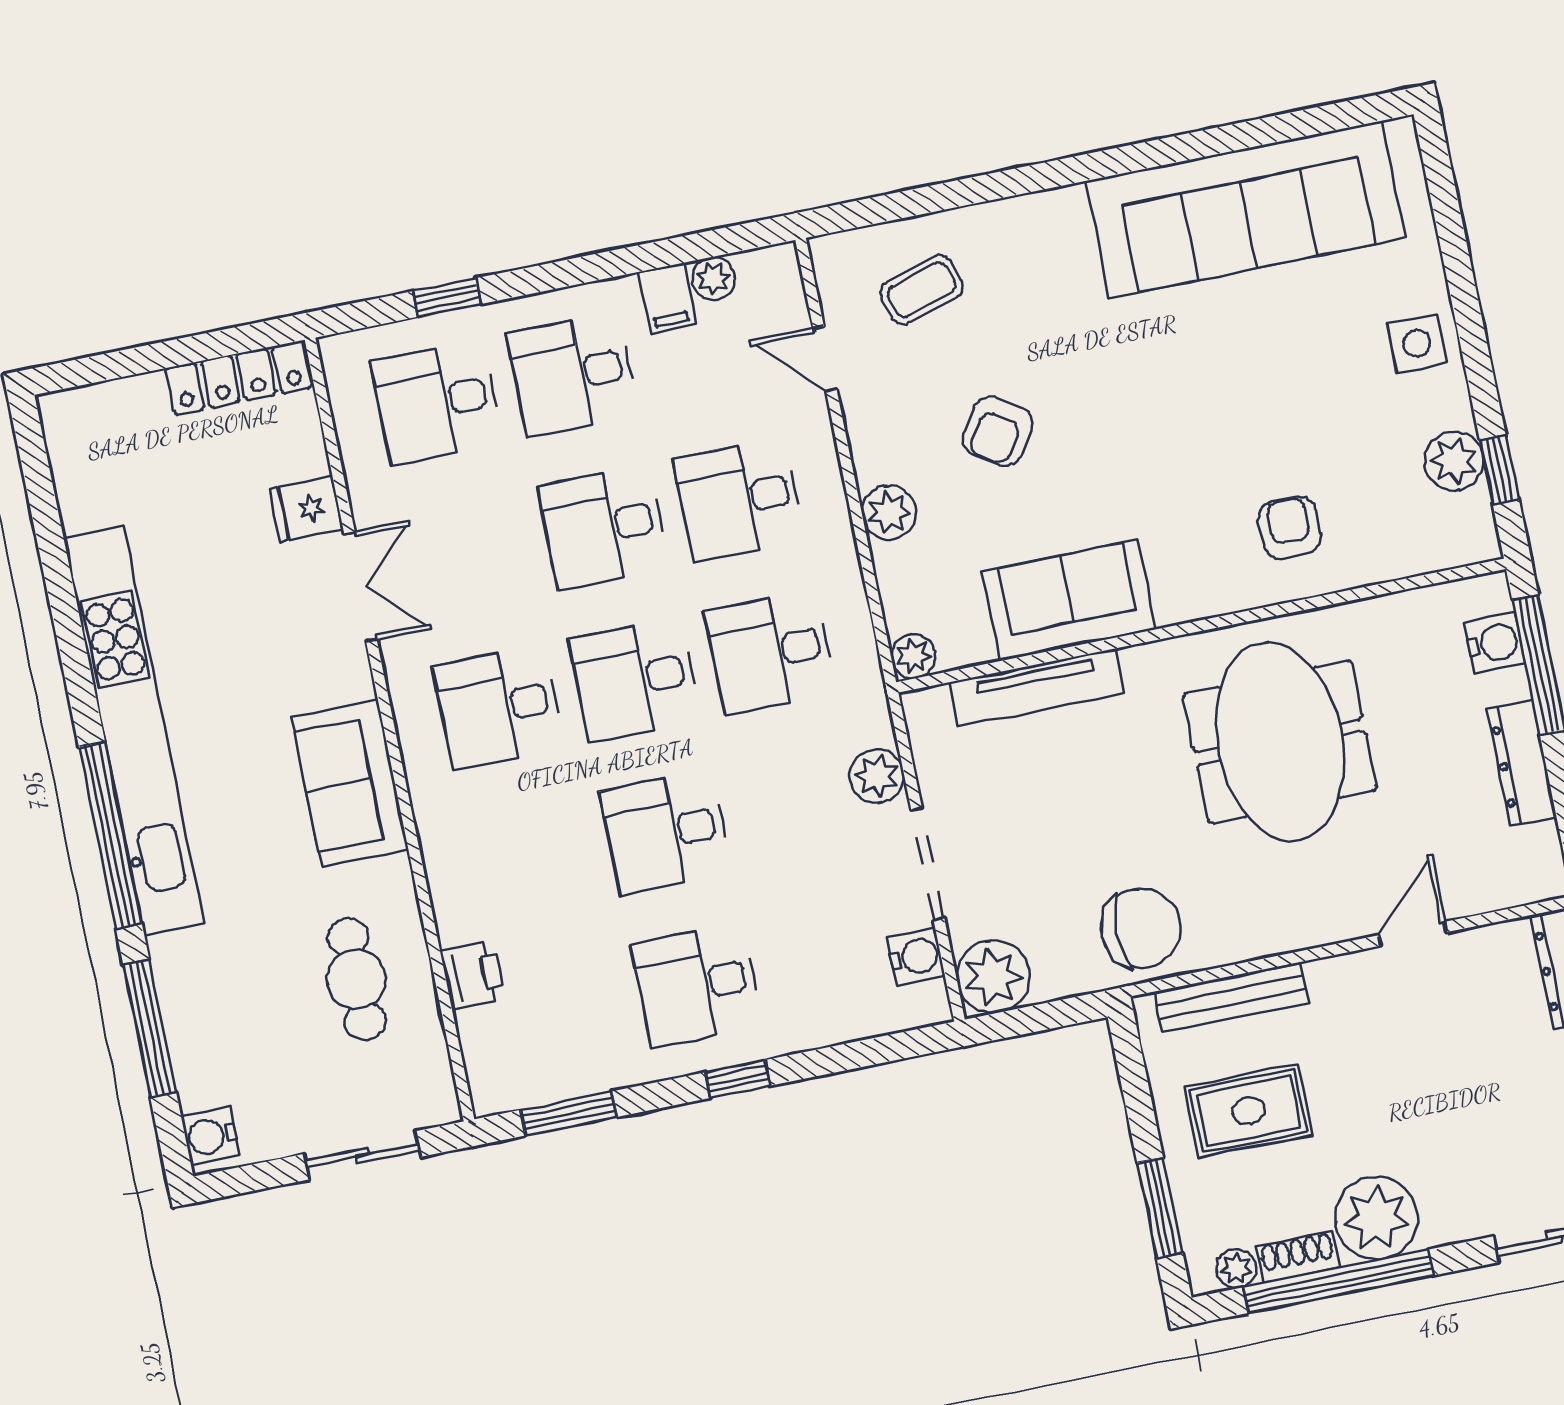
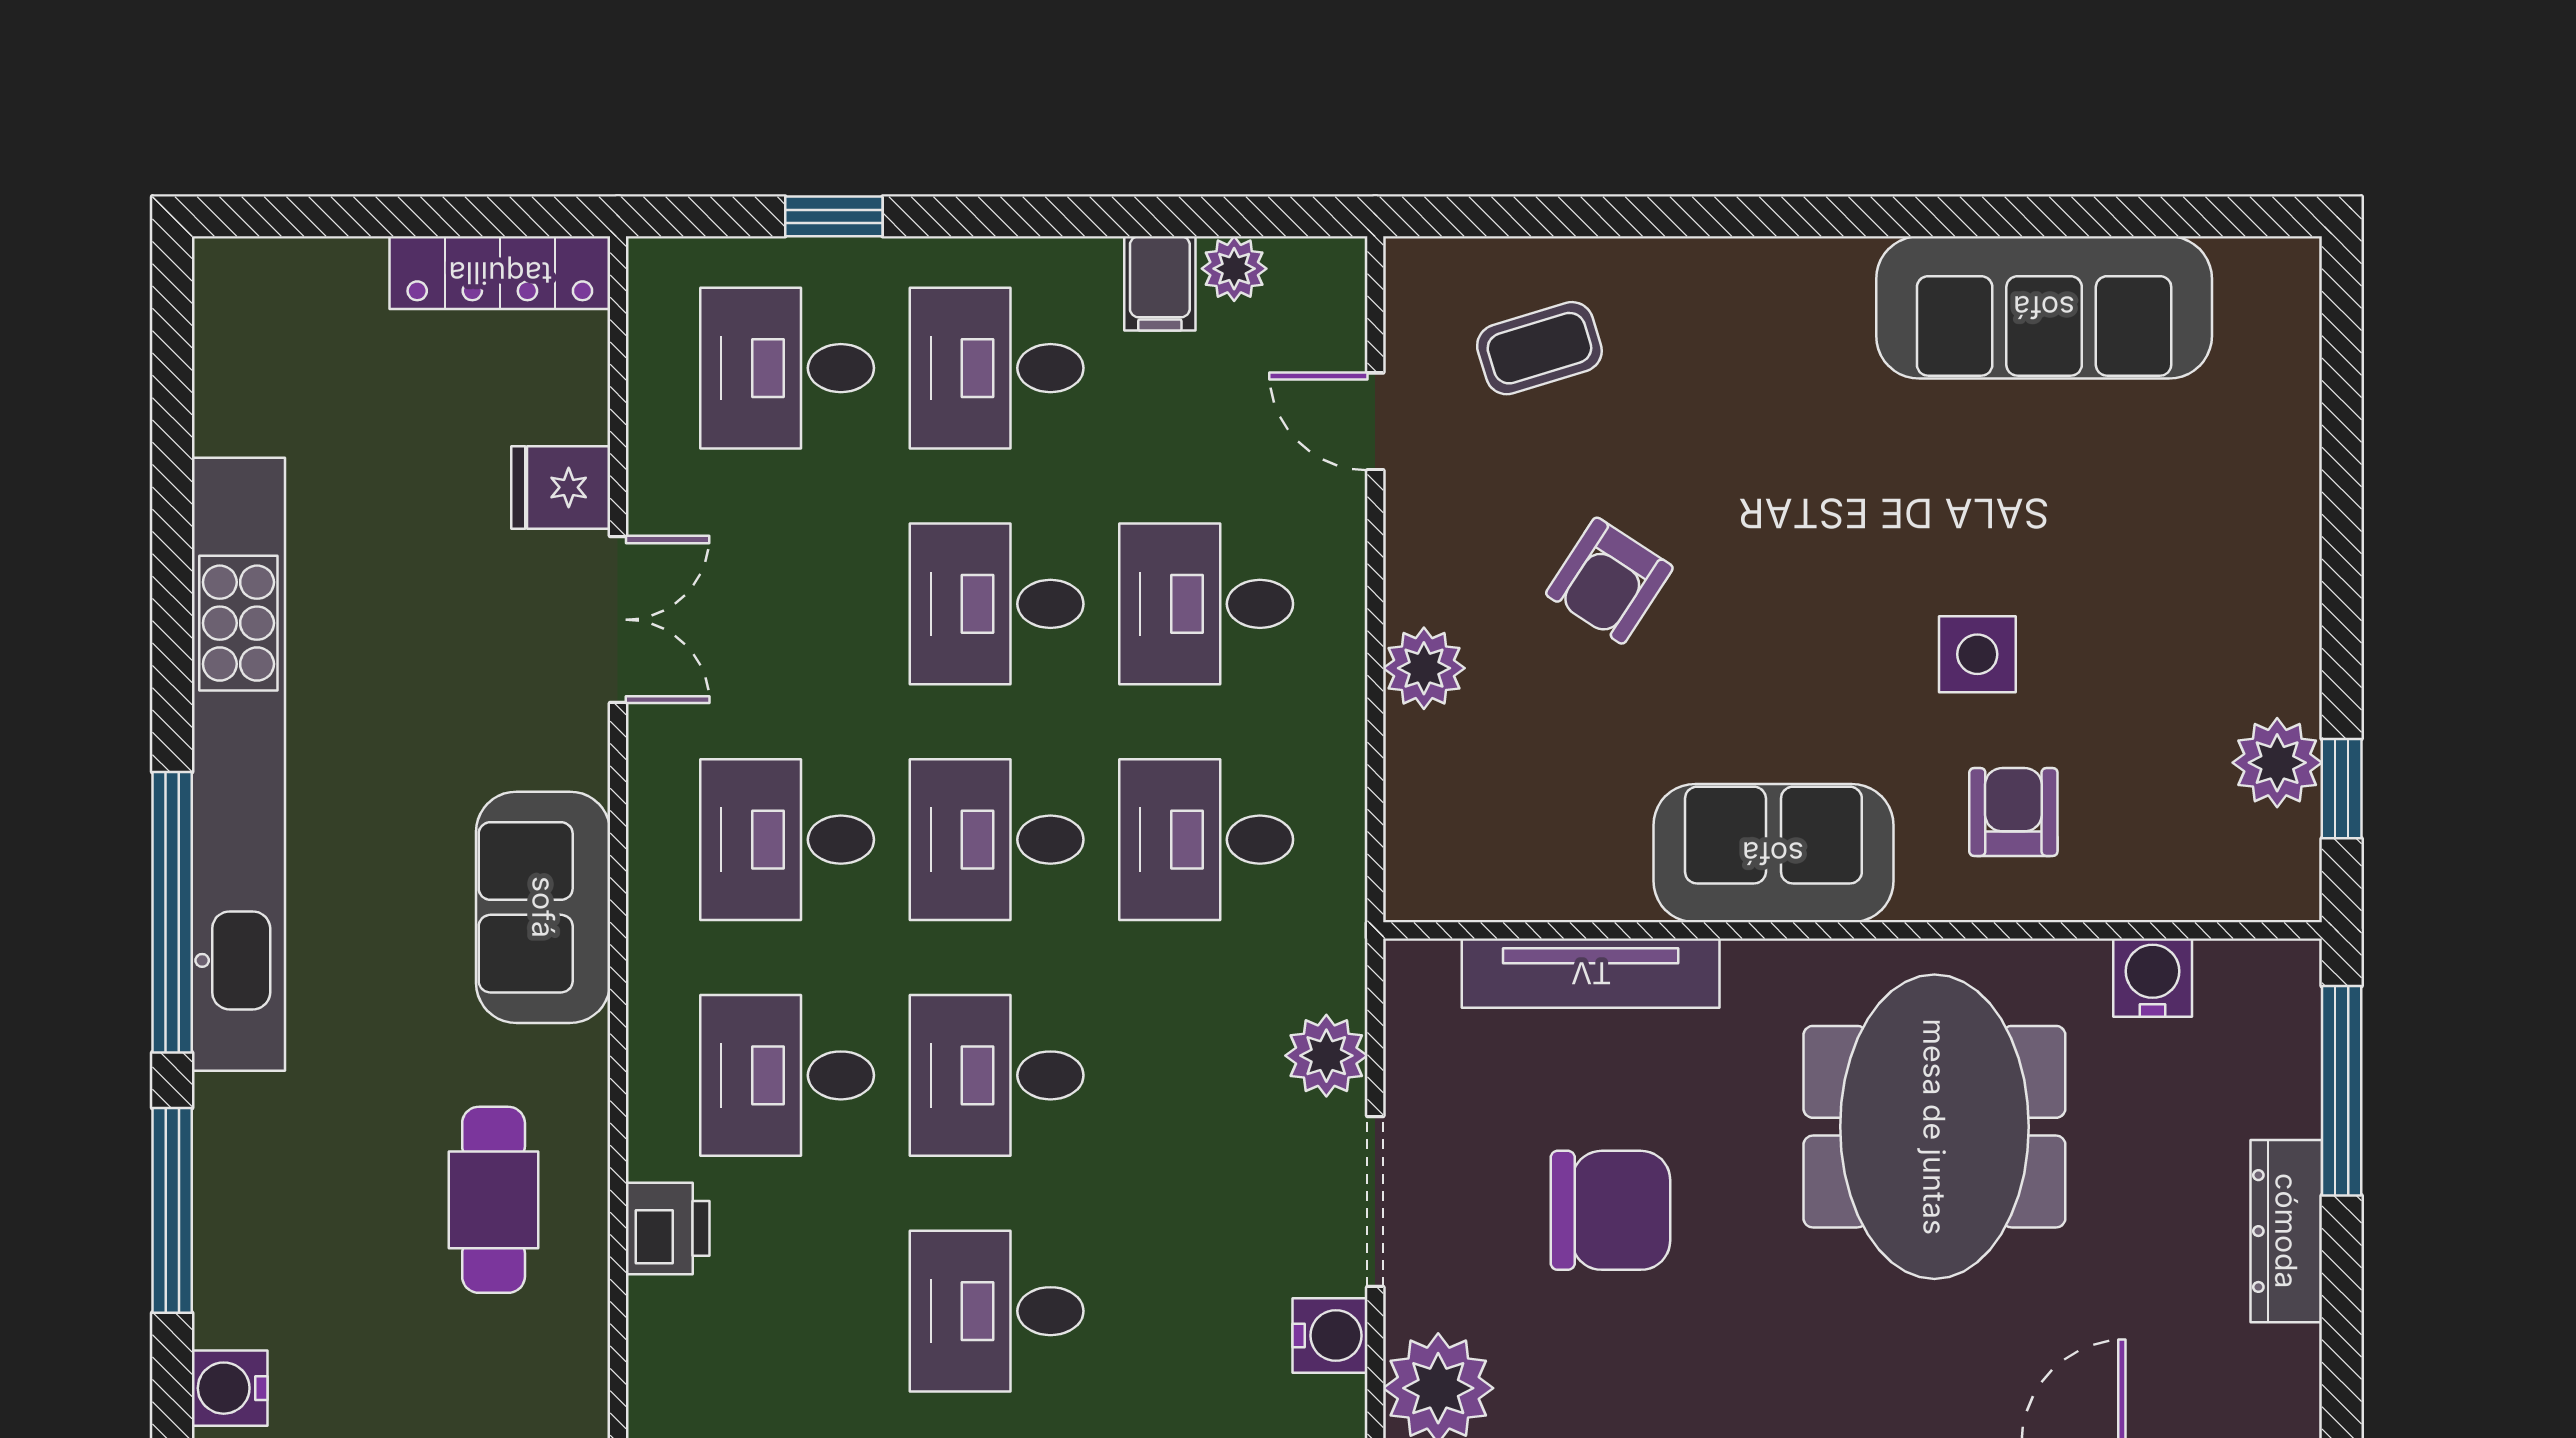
sofa: (1246, 209) -> (2044, 307), width x0.74, depth x0.79
side table: (1417, 343) -> (1977, 654), moved
sofa: (1069, 600) -> (1773, 853), moved
water cooler: (1495, 643) -> (2153, 978), moved, turned -90
plant: (913, 656) -> (1417, 889), removed
desk: (530, 860) -> (787, 1075), added
chair: (1141, 928) -> (1610, 1210), moved

